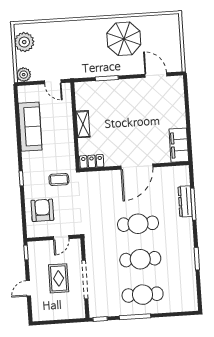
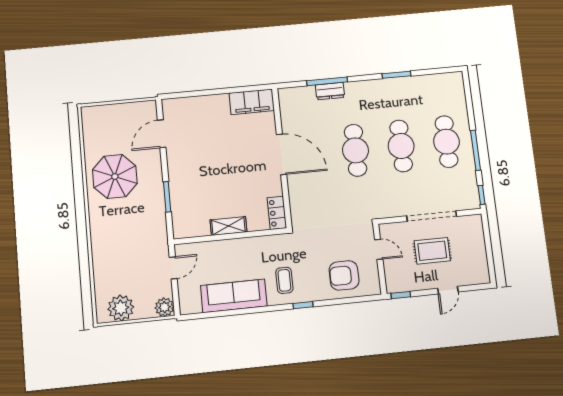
coffee table: (59, 180) -> (284, 280), moved
dresser: (185, 201) -> (330, 91), width x0.70
door: (28, 288) -> (448, 290), hinge flipped

